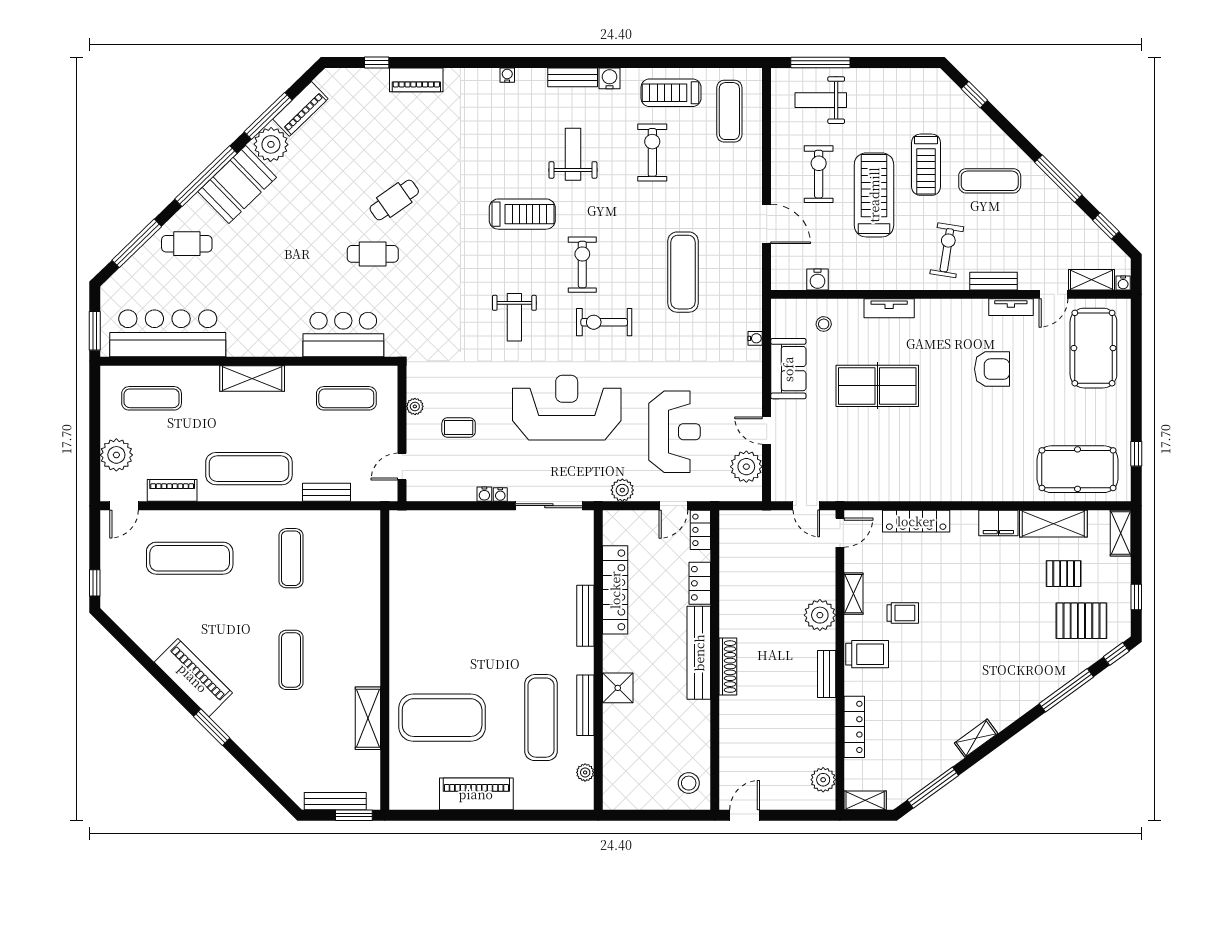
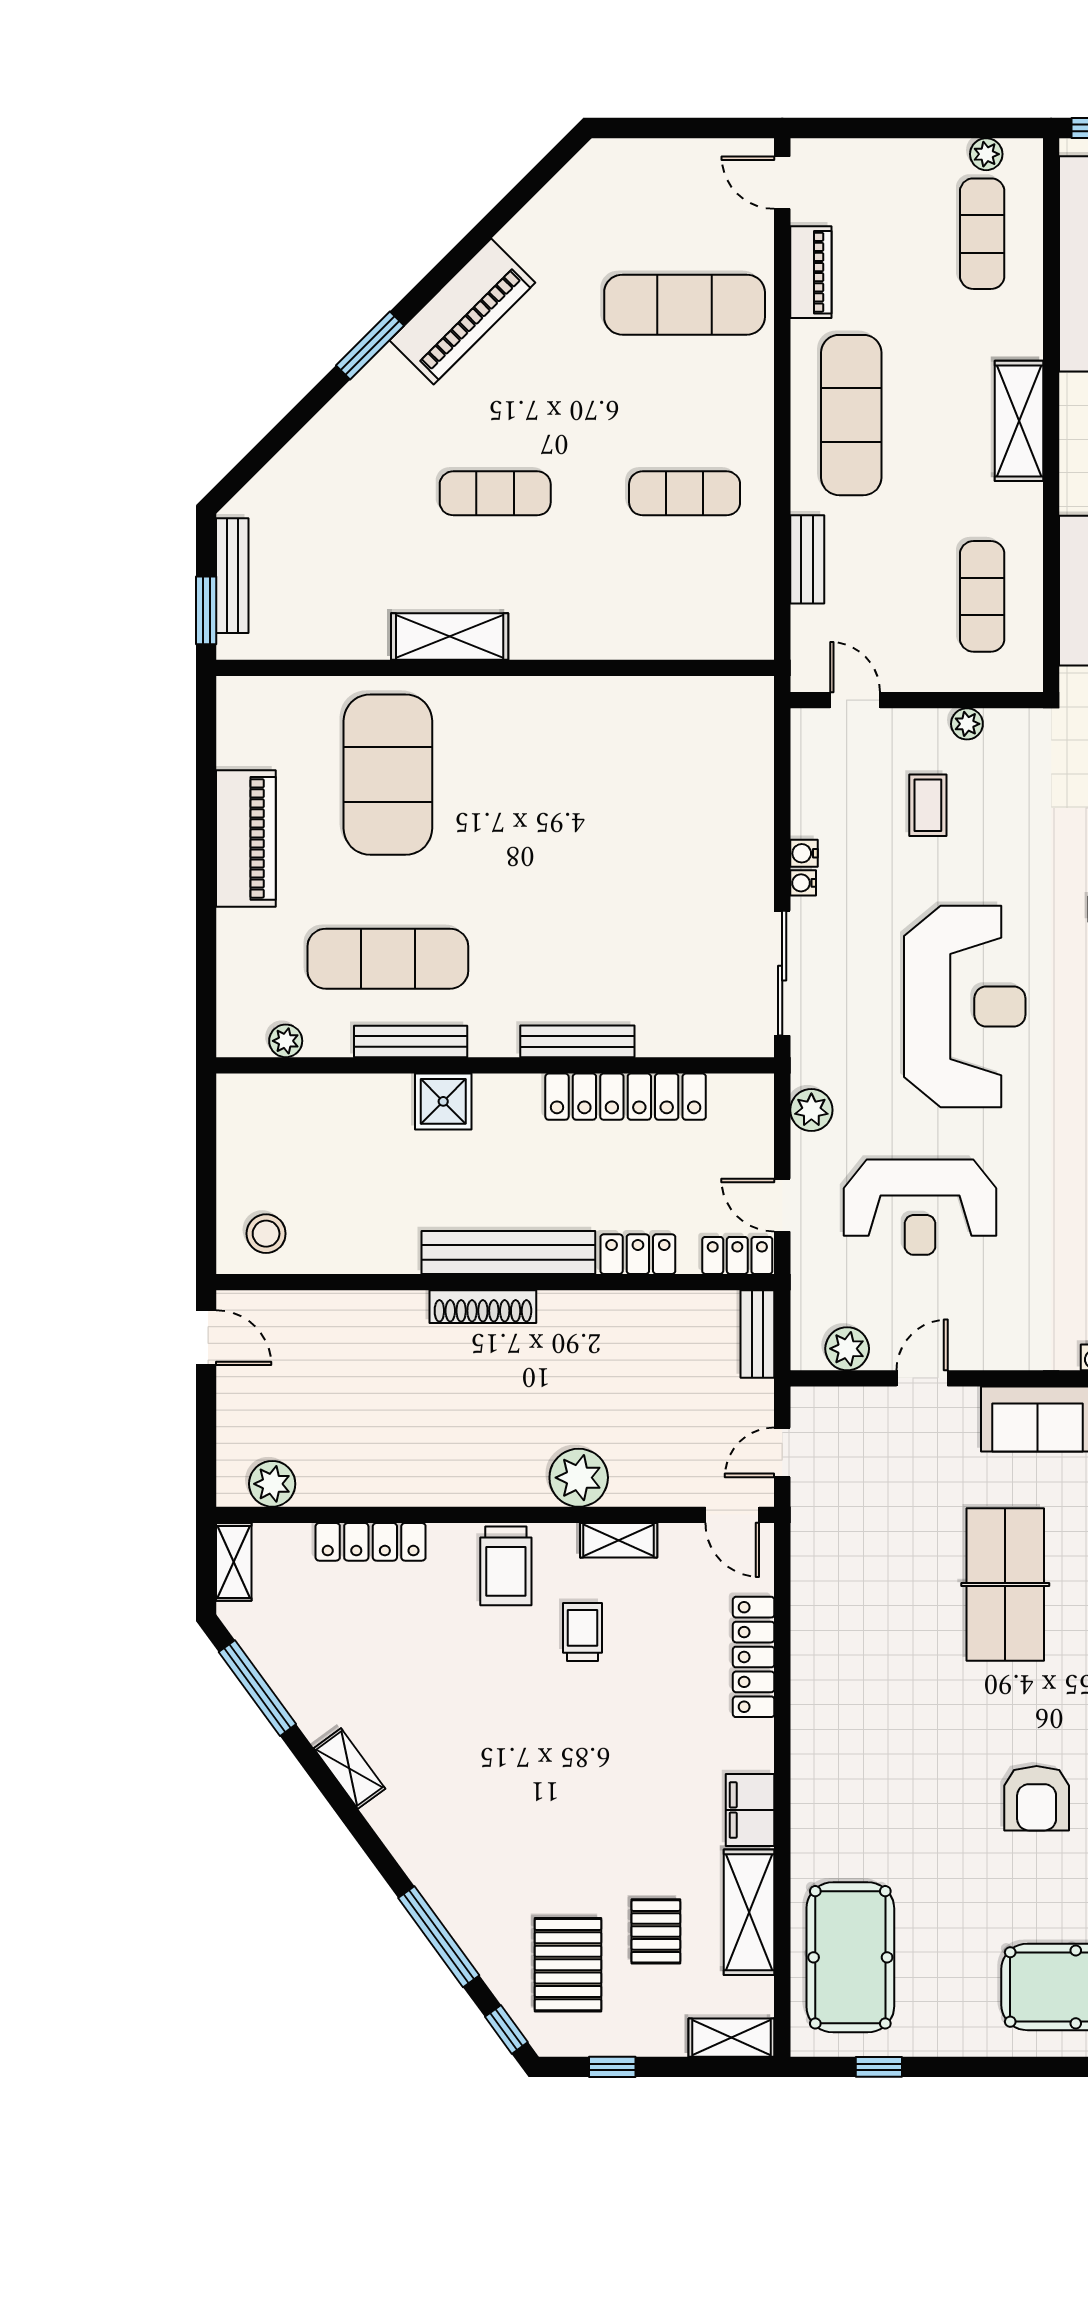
plant: (116, 455) -> (986, 154), moved, width x0.53, depth x0.53
plant: (746, 467) -> (847, 1349), width x0.73, depth x0.73
exercise mat: (190, 558) -> (685, 305), turned 90
window: (95, 583) -> (639, 128), removed
trolley: (903, 613) -> (583, 1632), turned 180
bench: (827, 674) -> (757, 1334), moved, turned 90
shelving: (368, 718) -> (450, 636), moved

